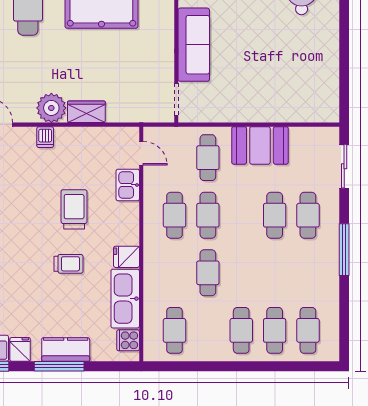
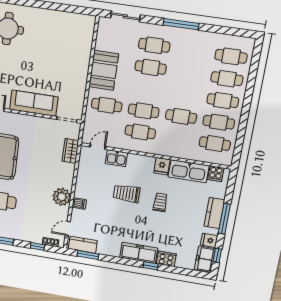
wardrobe: (86, 112) -> (70, 151), moved
cafe table: (208, 330) -> (219, 122), added

